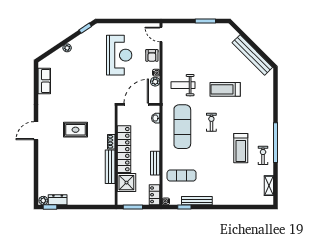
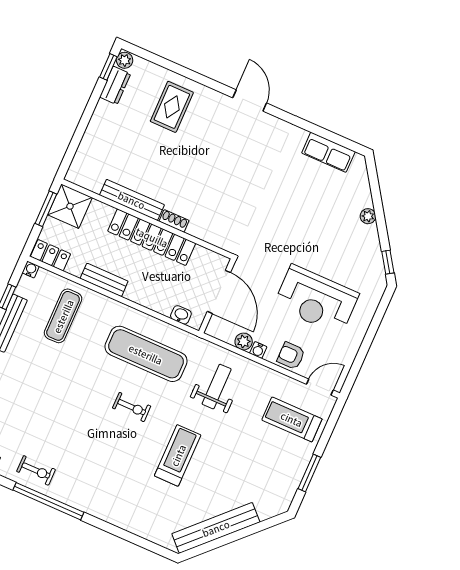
rug: (76, 130) -> (172, 107), moved
treadmill: (241, 148) -> (292, 419), moved
shower: (126, 183) -> (70, 206), moved

